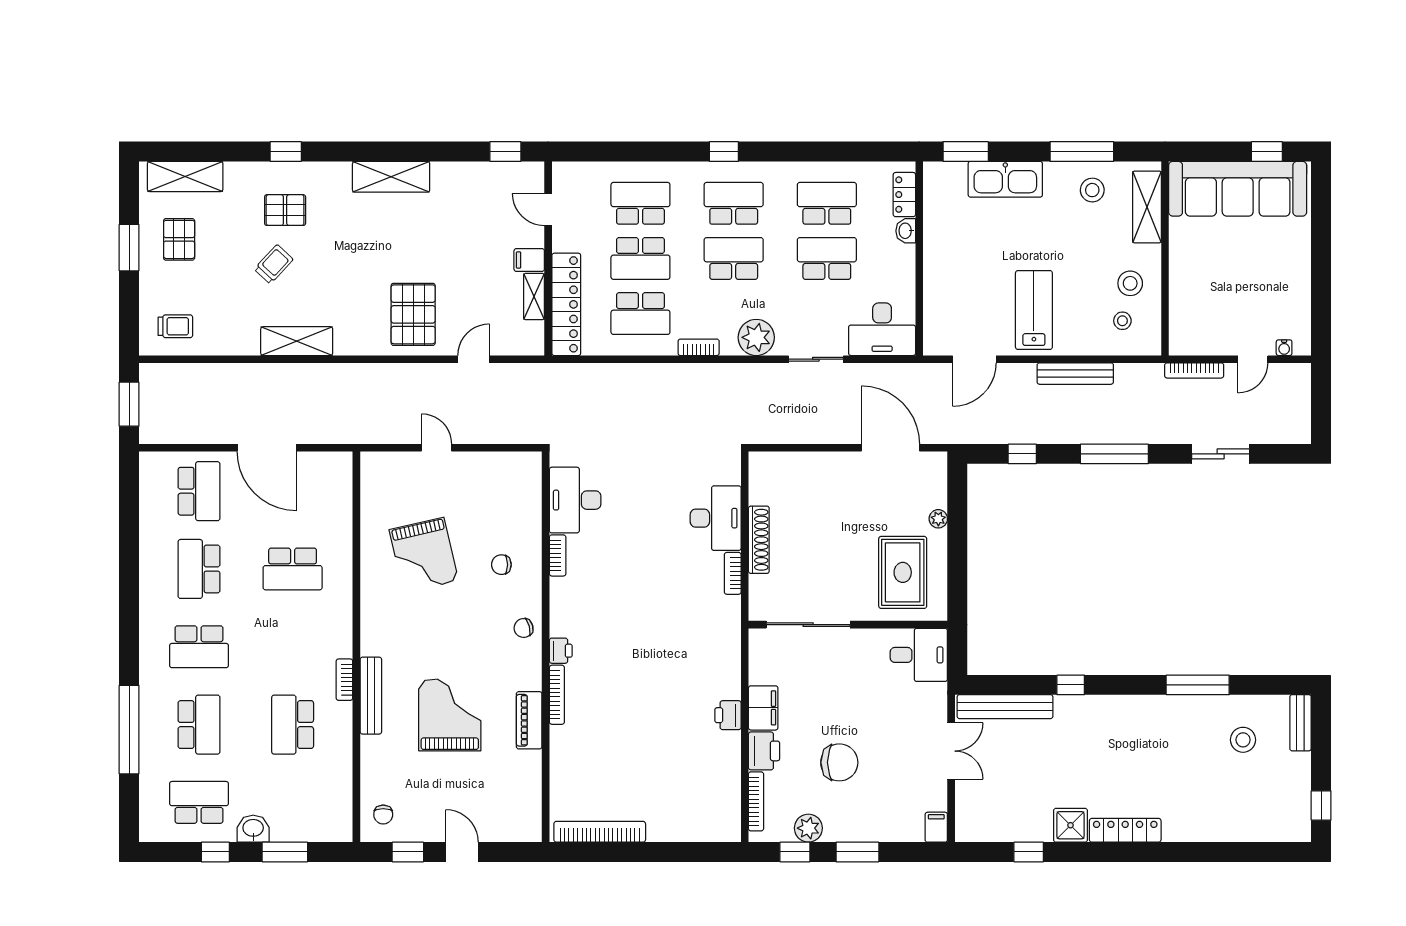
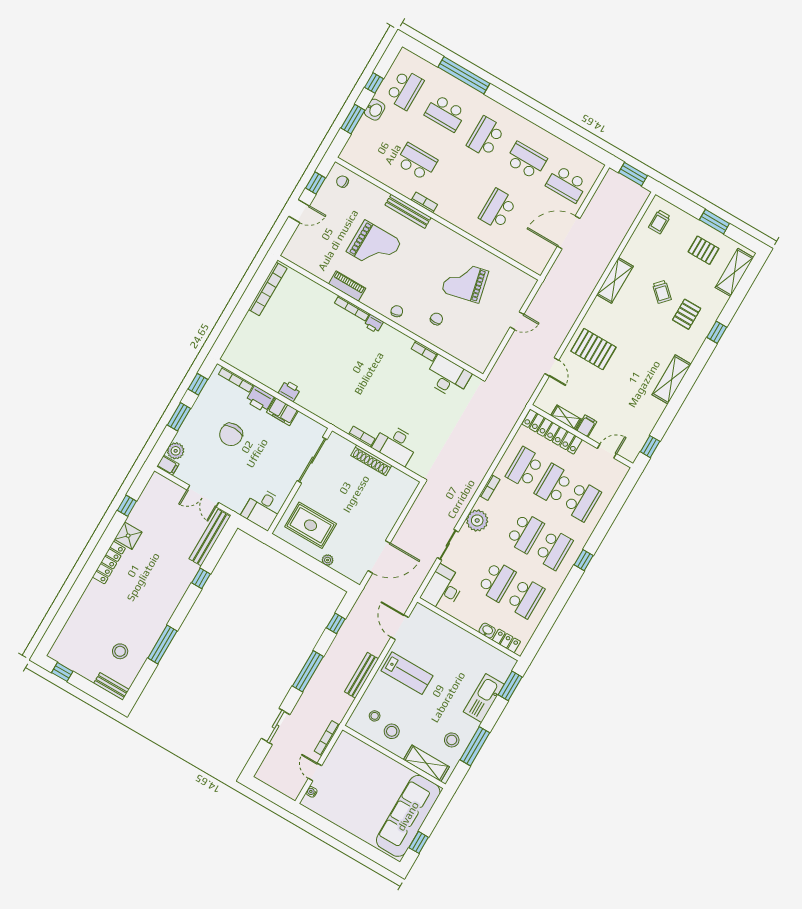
plant: (808, 828) -> (176, 451), moved

